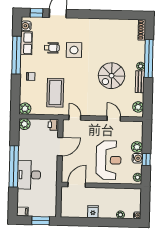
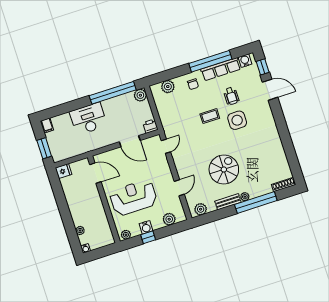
row of seats: (26, 43) -> (221, 69), width x1.48
spiral stairs: (112, 76) -> (224, 169), turned 90
coffee table: (55, 93) -> (210, 116), moved, width x0.54, depth x0.58
plant: (25, 109) -> (168, 87), moved
plant: (137, 147) -> (169, 219), moved
reception desk: (109, 160) -> (133, 198), turned 180
window: (14, 166) -> (113, 93), moved
fridge: (93, 212) -> (64, 171), moved

